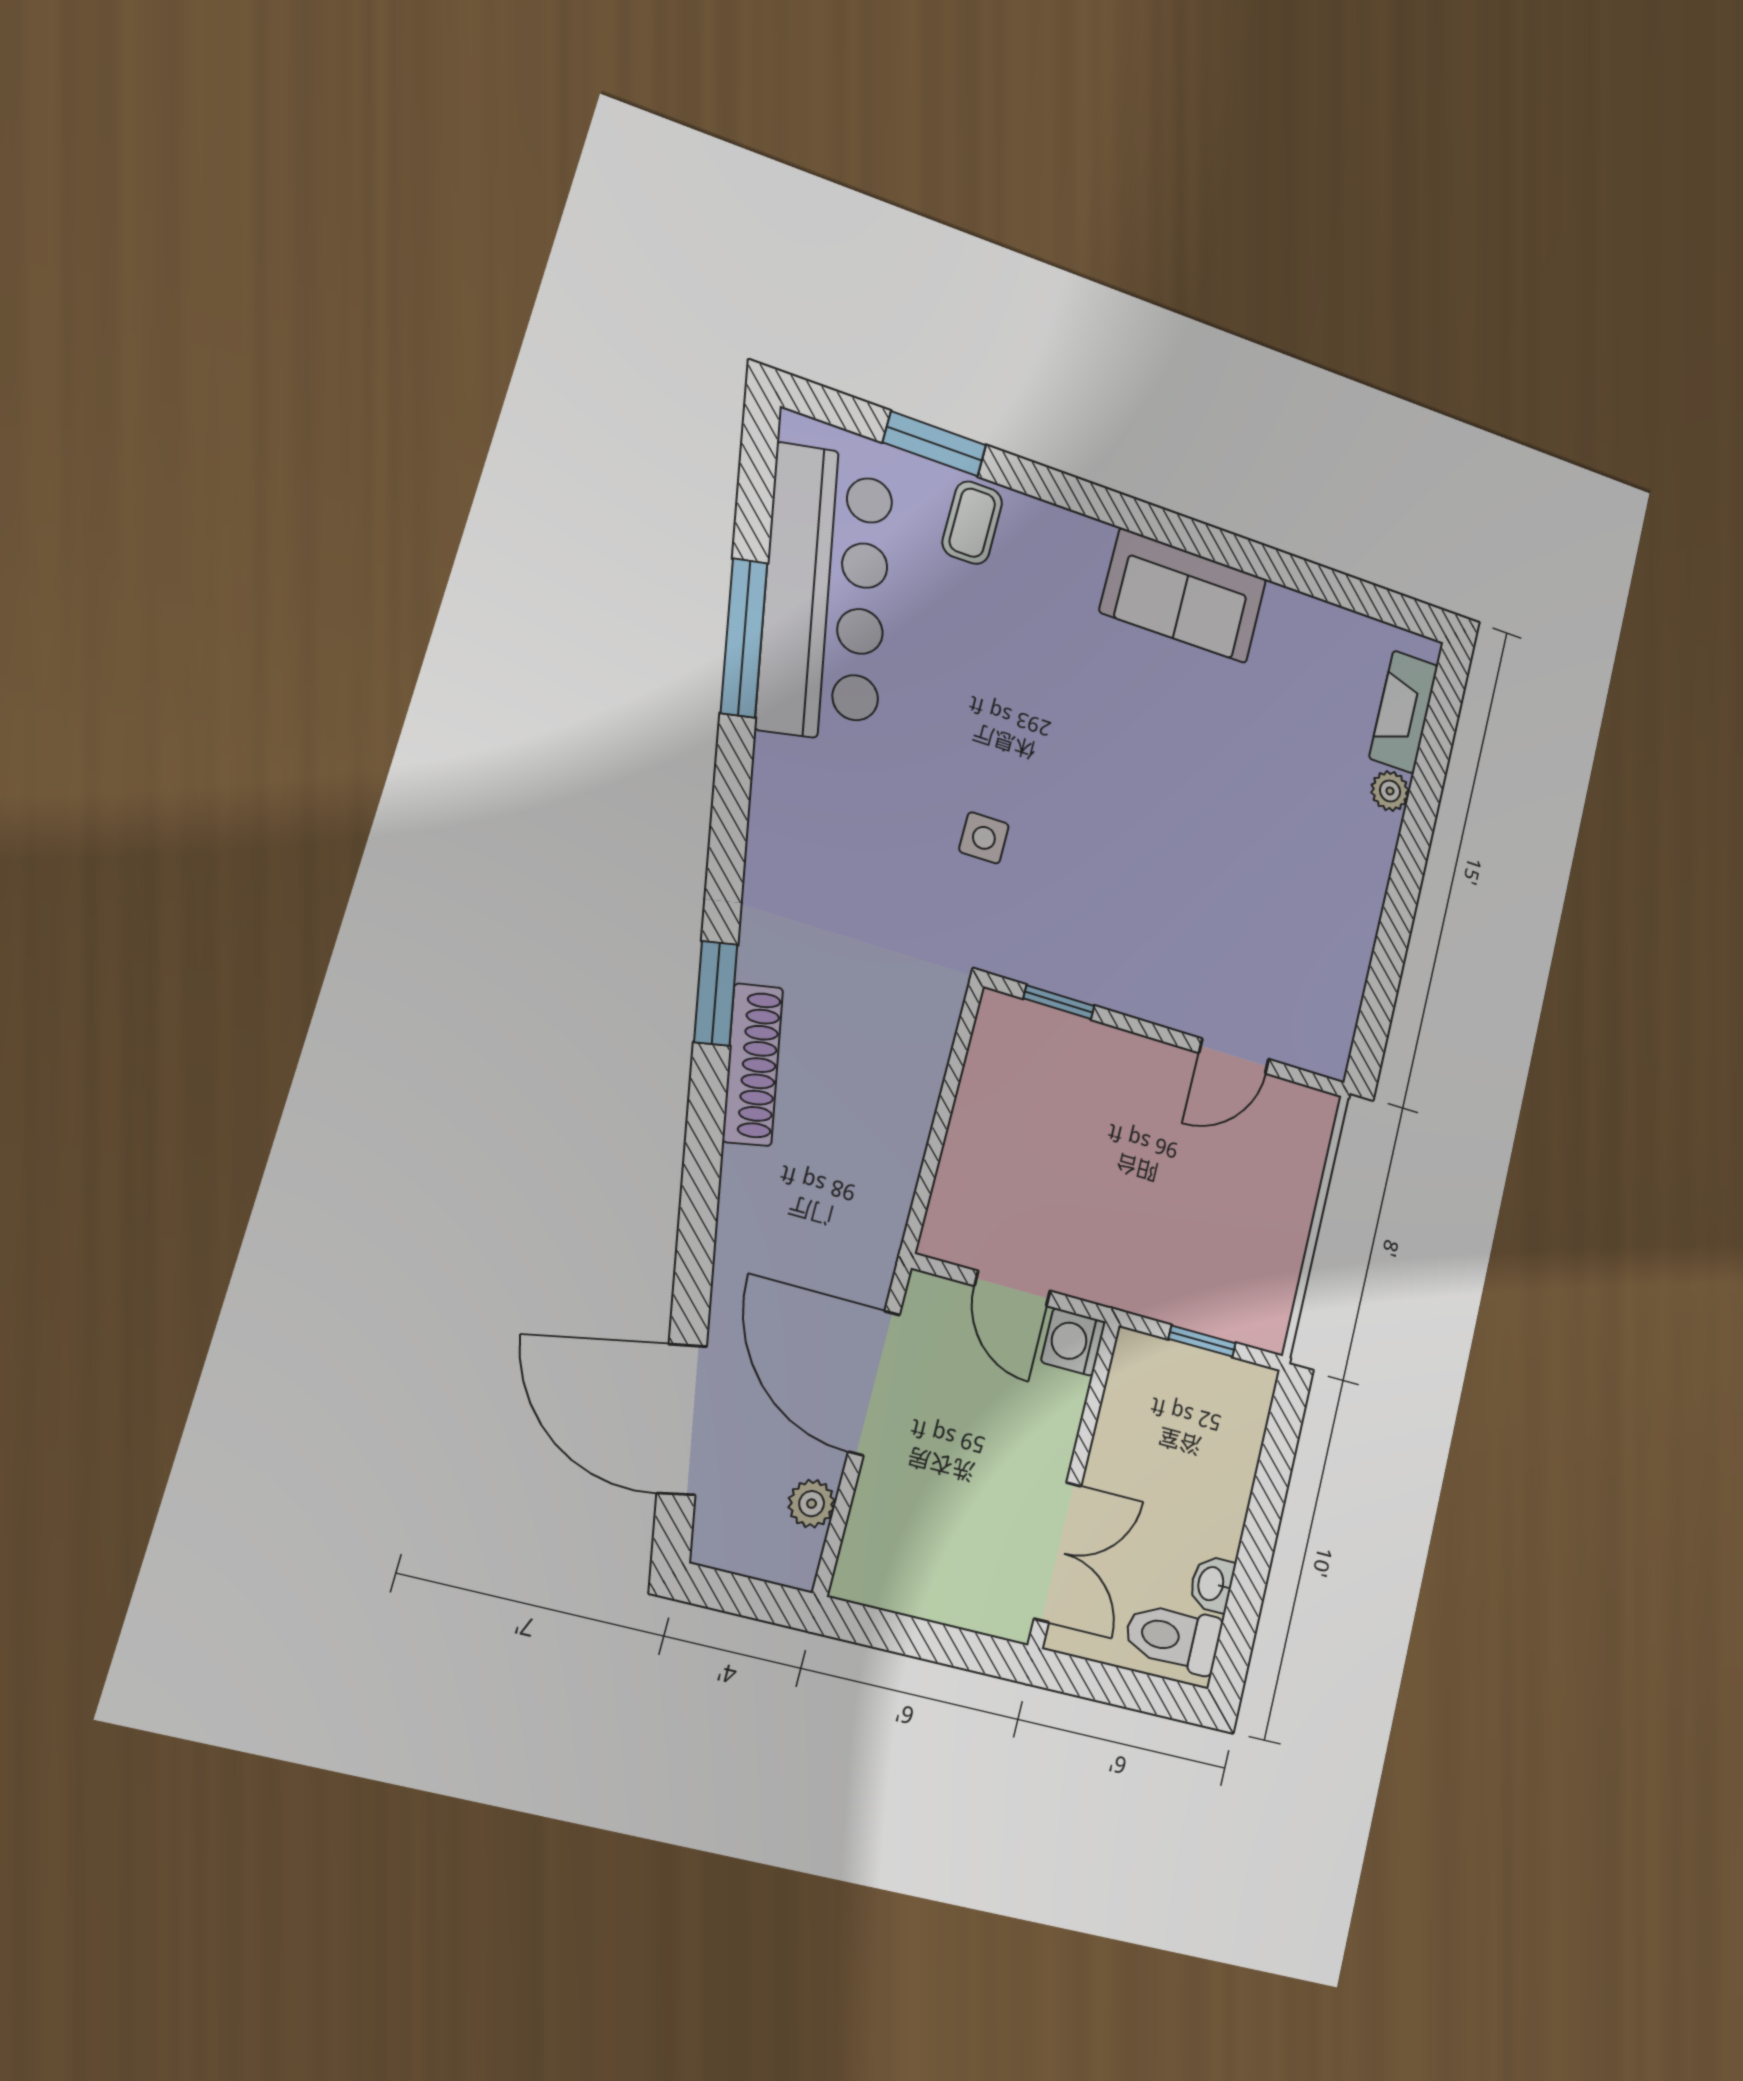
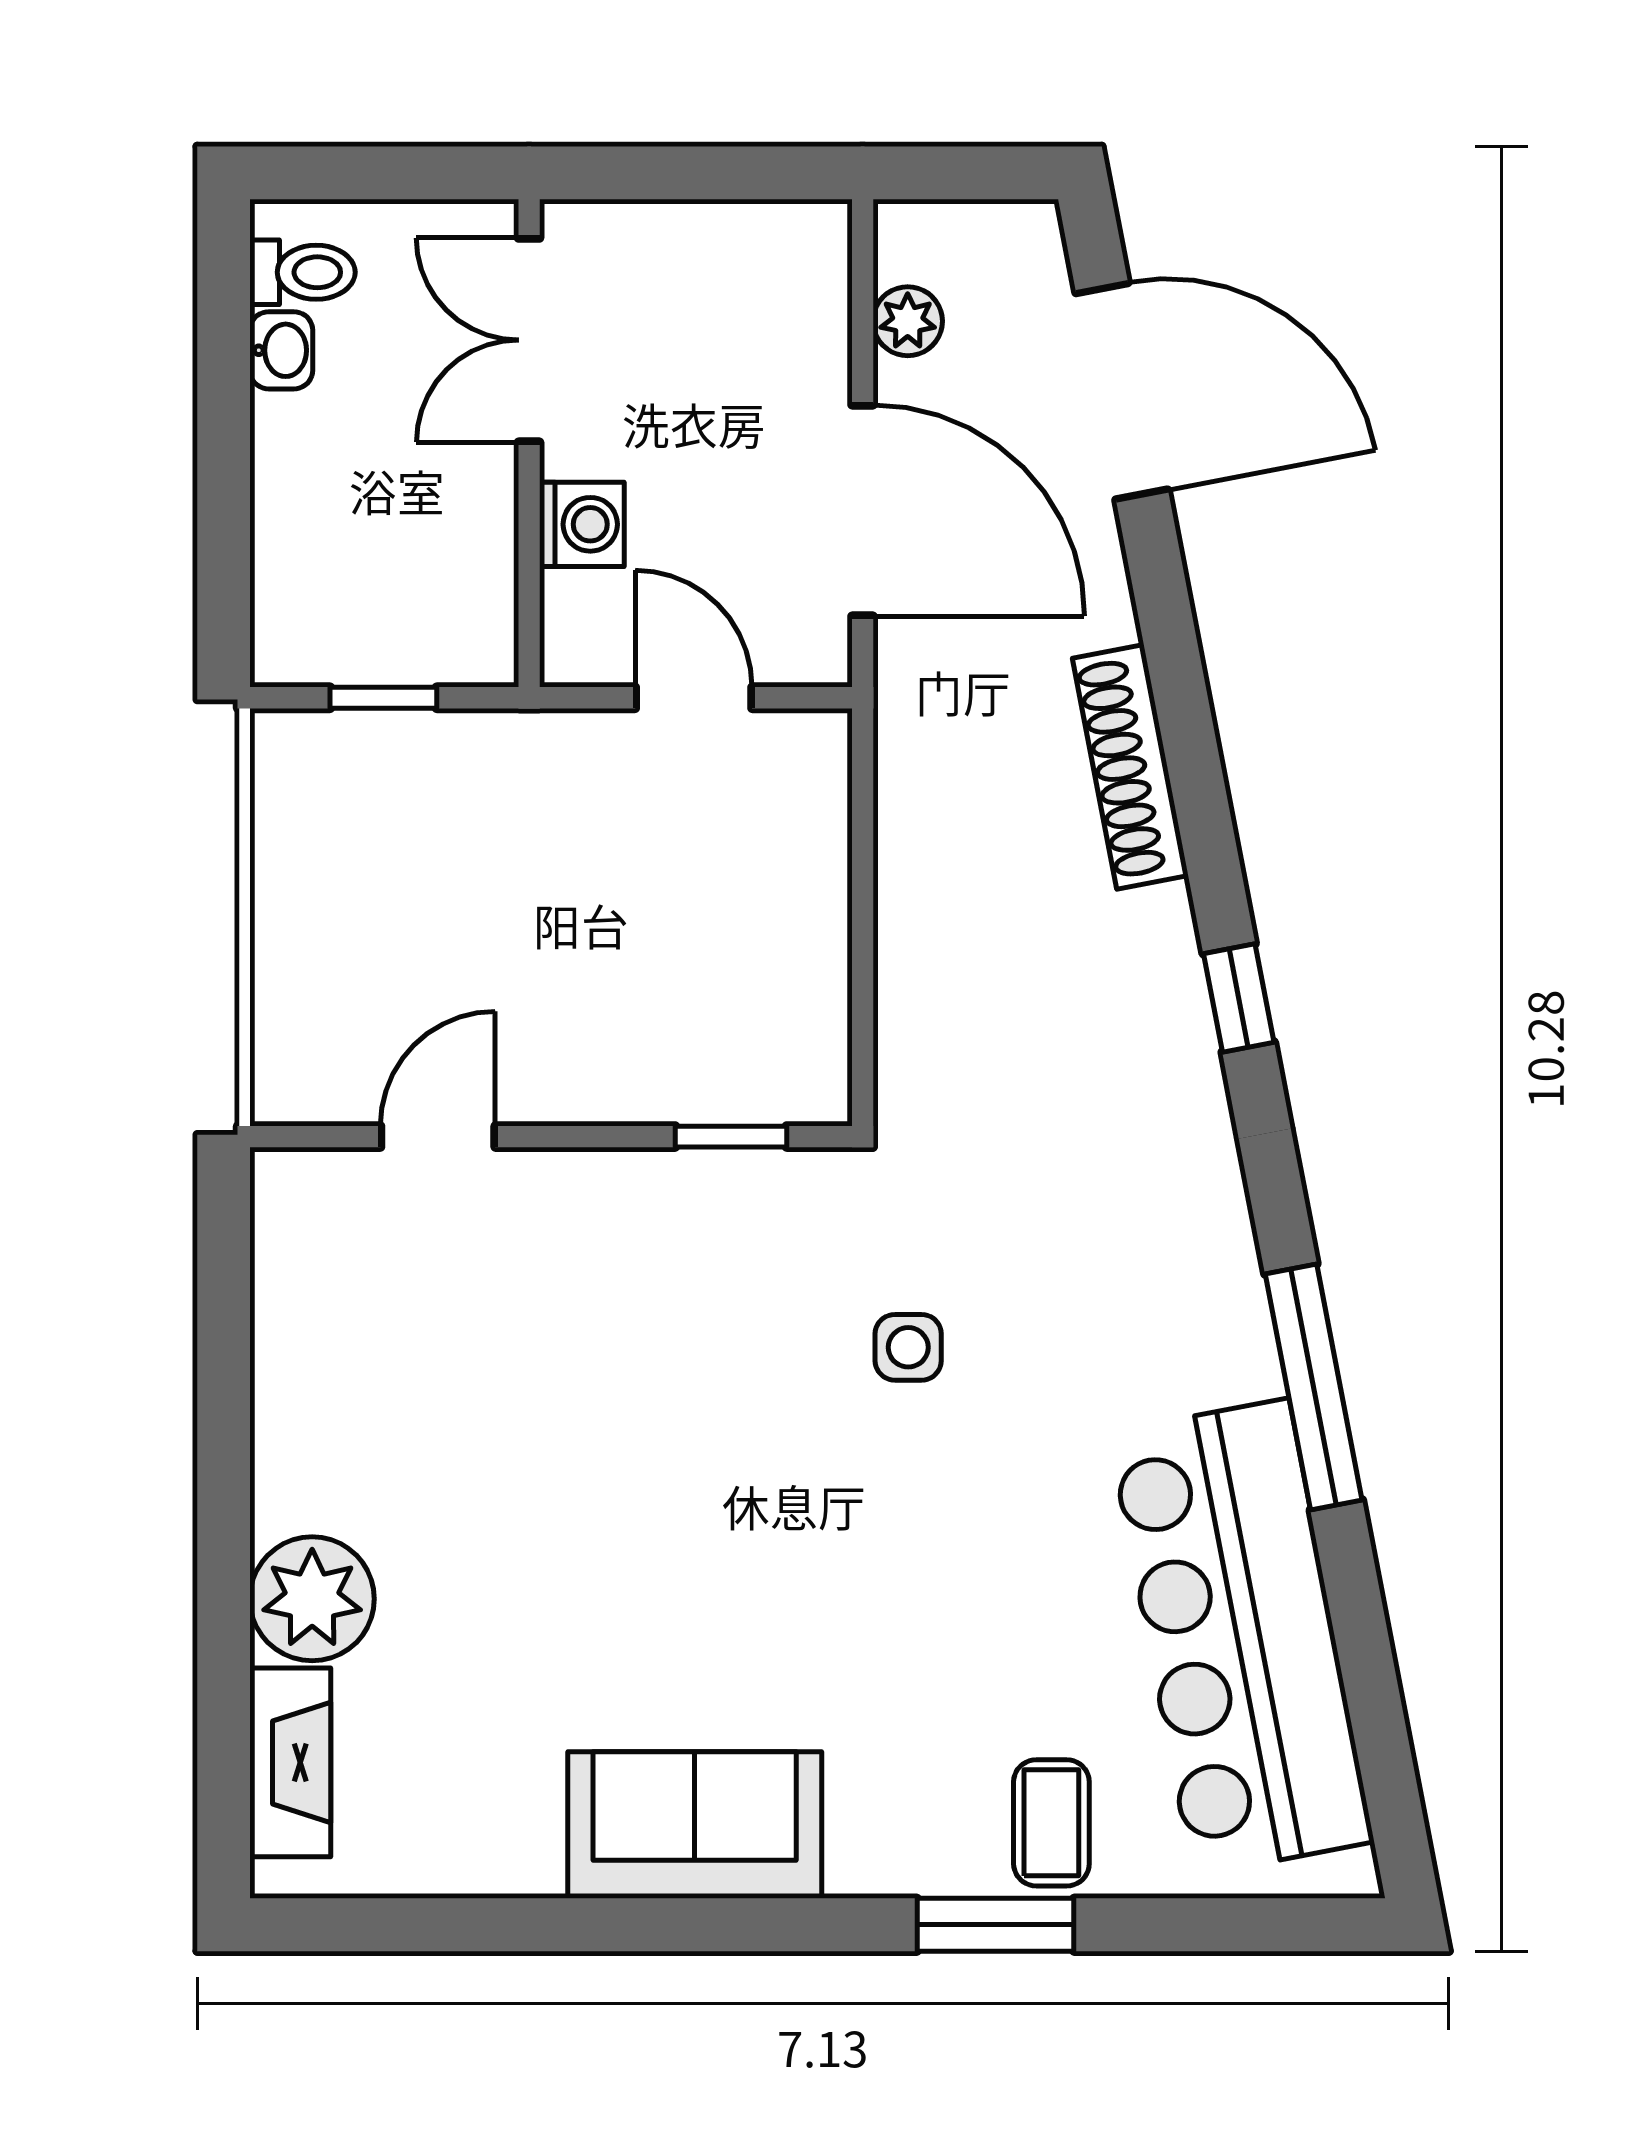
window: (934, 444) -> (995, 1925), moved
window: (744, 638) -> (1314, 1387), moved
plant: (1390, 791) -> (312, 1599), width x1.88, depth x1.88
window: (716, 993) -> (1239, 998), width x0.67
shoe rack: (753, 1065) -> (1130, 767), moved
washing machine: (1073, 1342) -> (582, 524), moved
toilet: (1173, 1637) -> (303, 272), width x0.73, depth x0.72

